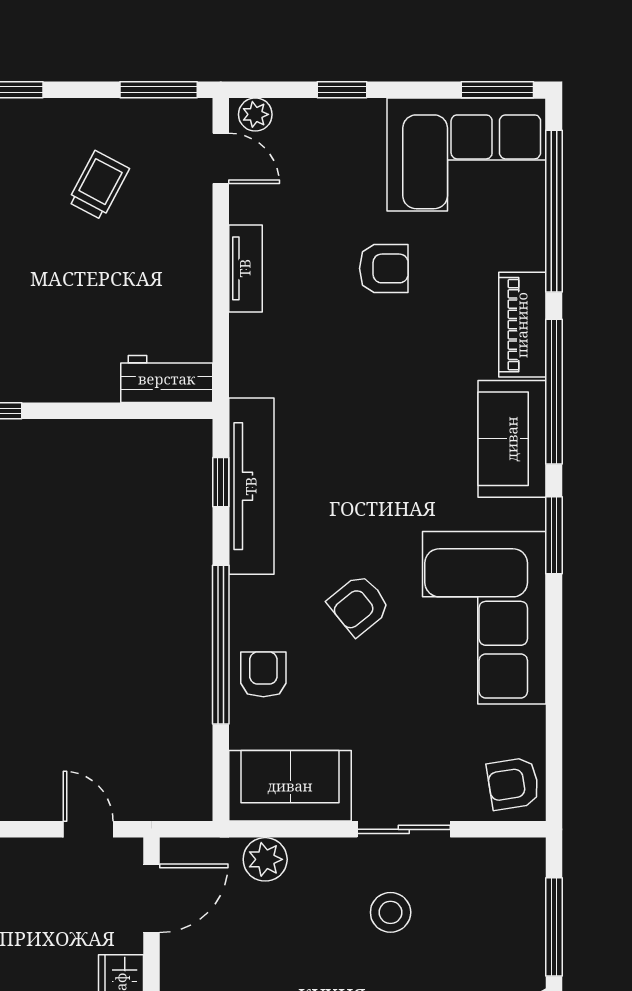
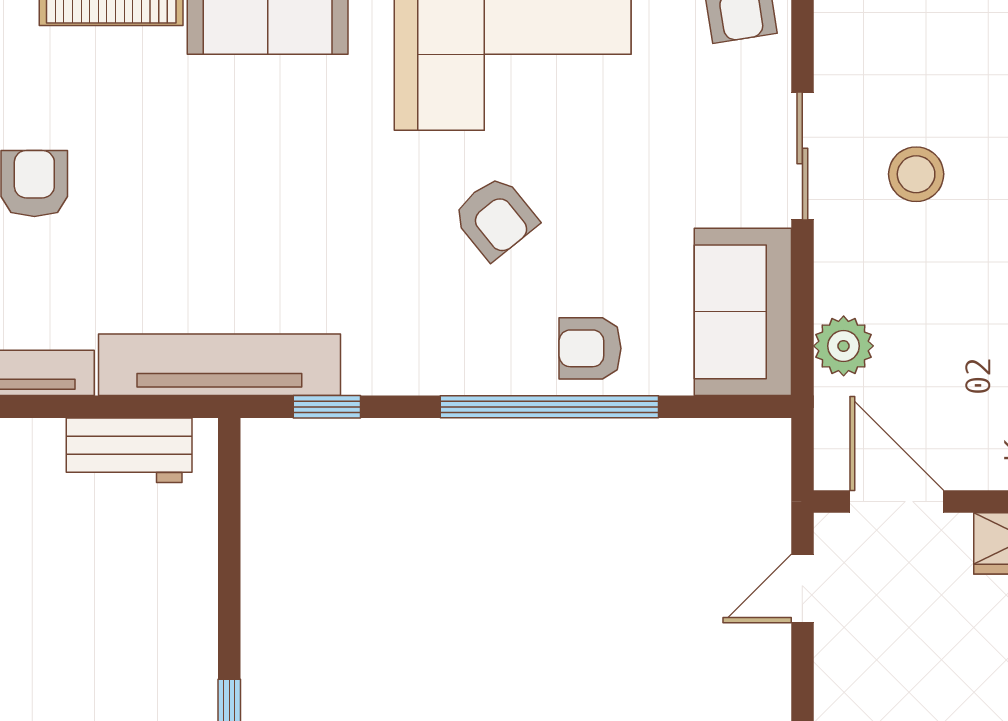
workbench: (167, 379) -> (129, 450), moved, turned -90
tv unit: (251, 486) -> (219, 365), moved

